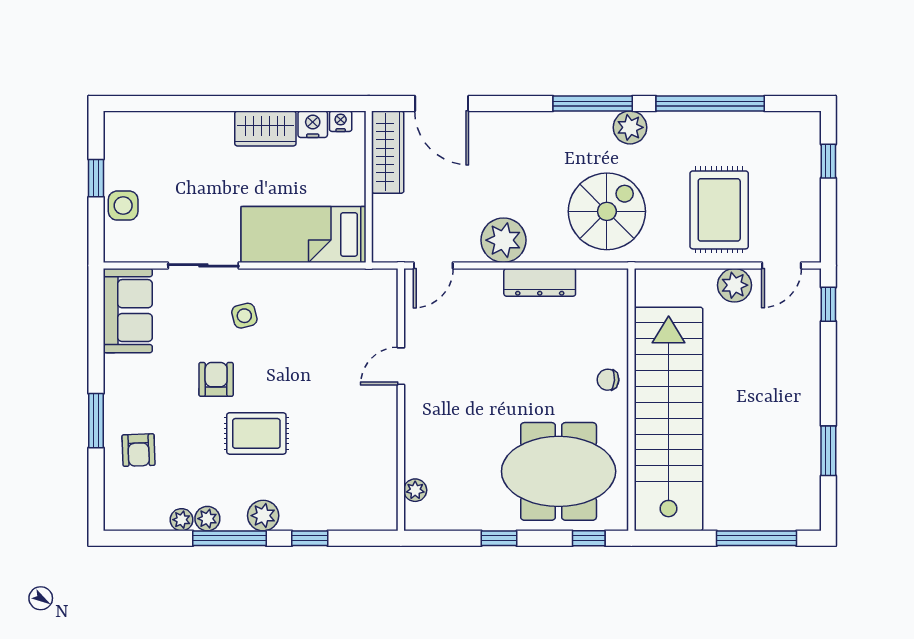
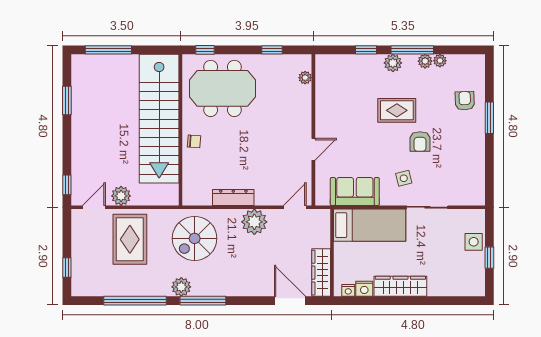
wardrobe: (265, 128) -> (400, 286), width x1.50
sofa: (128, 311) -> (355, 191), moved, turned 90
window: (499, 538) -> (272, 50), moved

